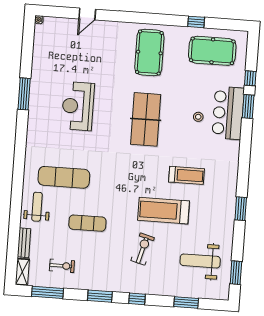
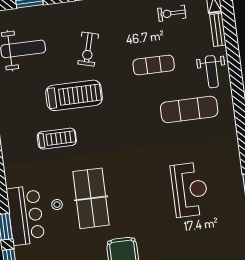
table tennis table: (146, 119) -> (91, 198), moved
treadmill: (187, 175) -> (57, 139), turned 180

